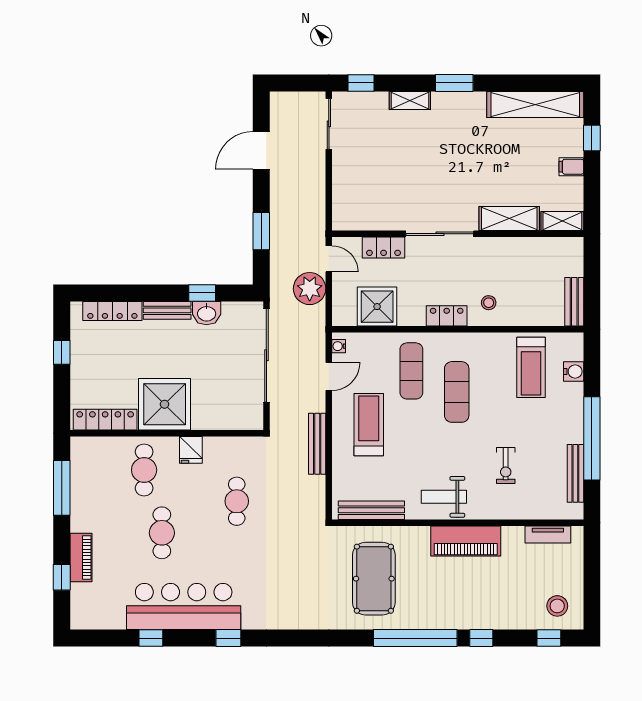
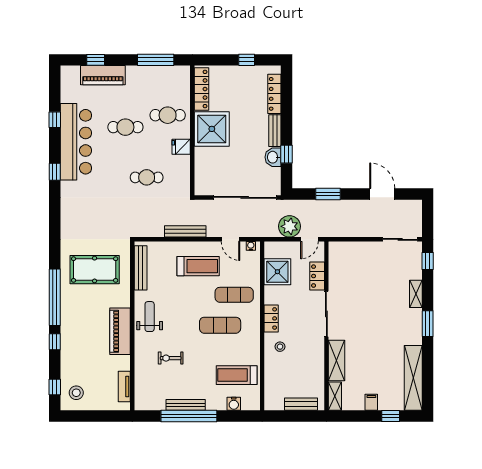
bench: (574, 302) -> (301, 404), moved
bench: (575, 473) -> (186, 405), moved
piano: (81, 557) -> (103, 75), width x1.37, depth x1.33

